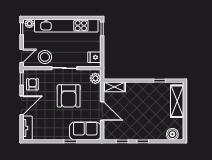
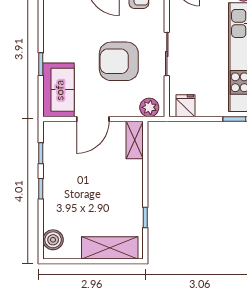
stool: (45, 57) -> (186, 20), removed

